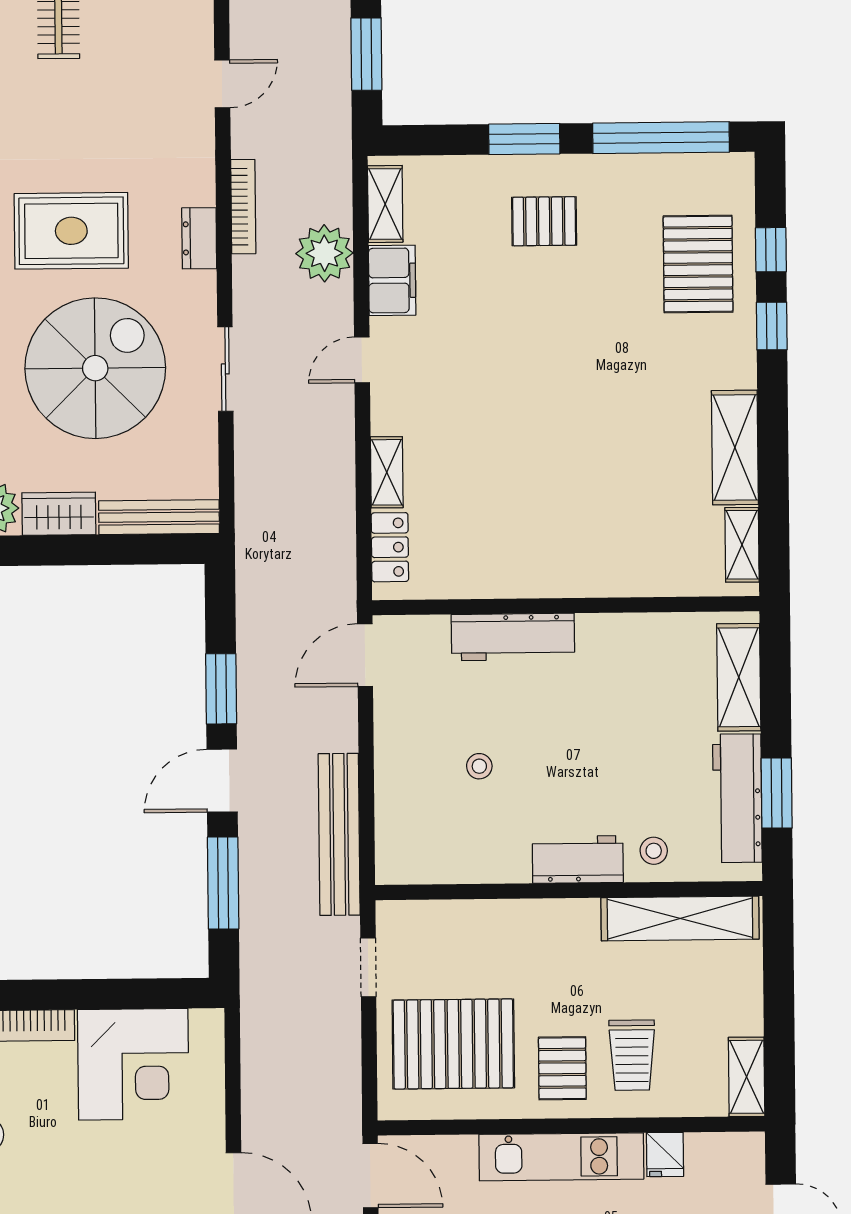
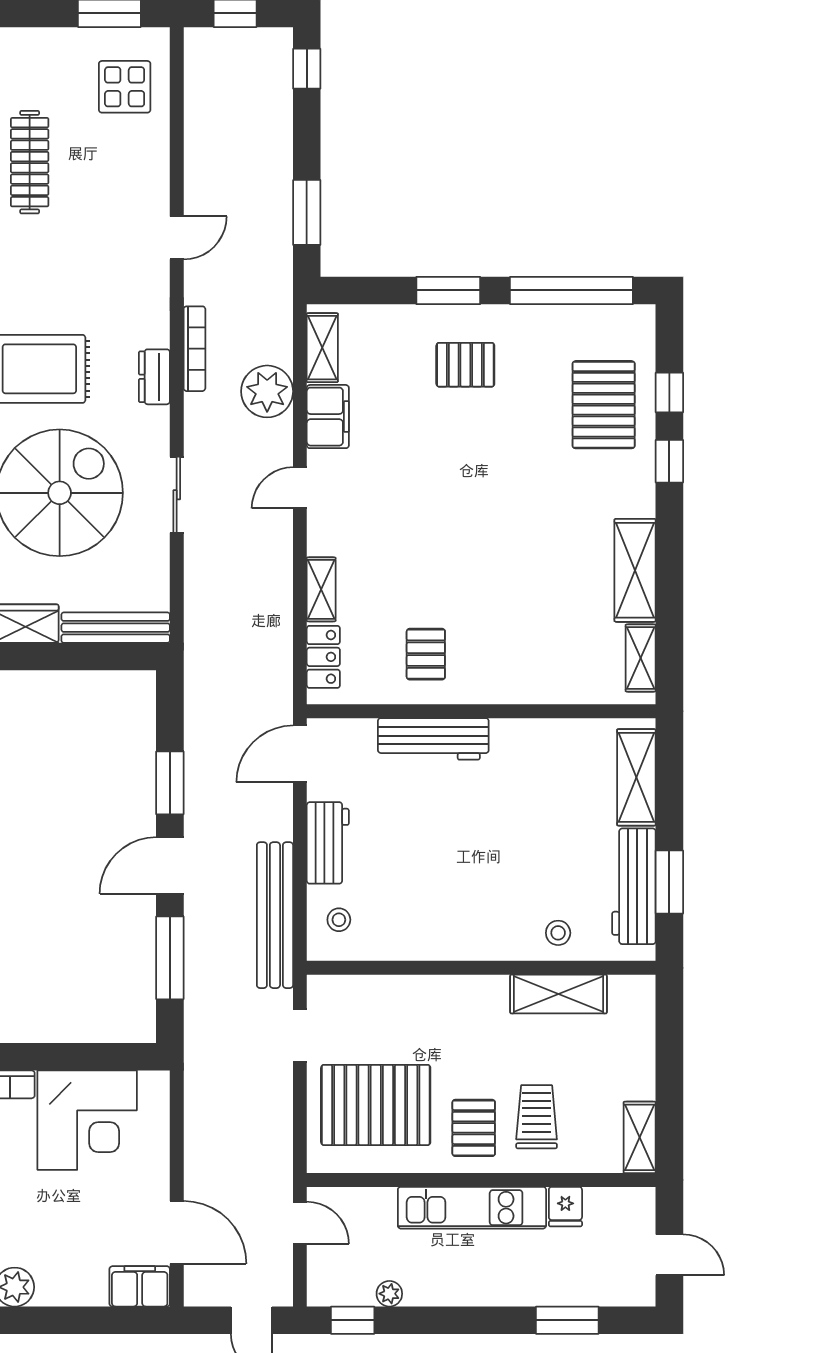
pallet: (504, 543) -> (426, 654), added
stool: (479, 766) -> (339, 920), moved
workbench: (578, 859) -> (328, 843), moved, turned 90
shelving: (680, 918) -> (559, 994), width x0.68
trolley: (632, 1055) -> (537, 1117), turned 180
door: (370, 1176) -> (300, 1223), width x0.73

